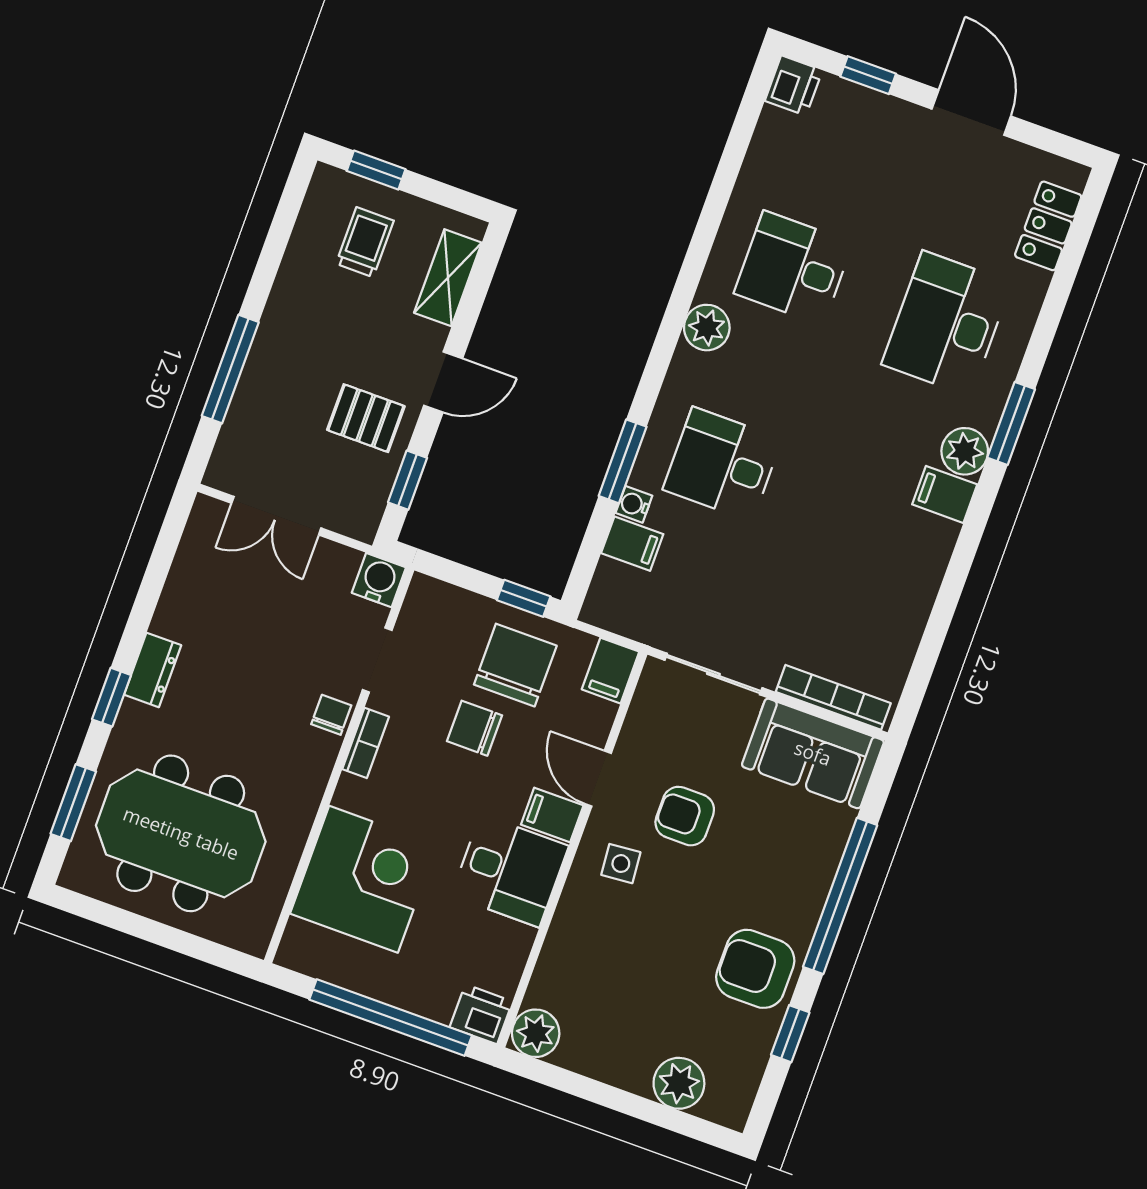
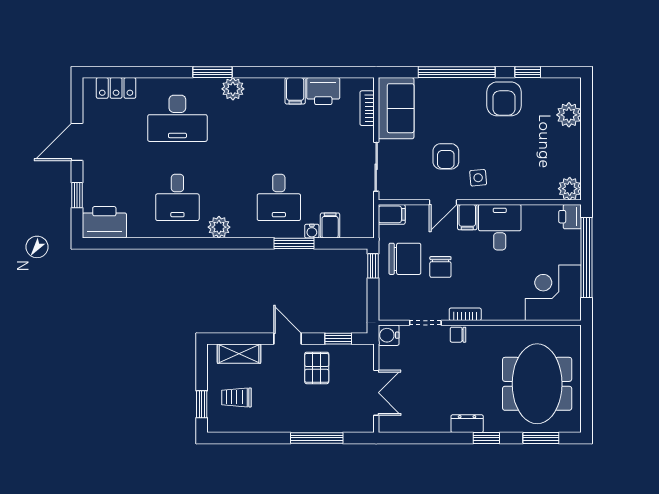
printer: (794, 86) -> (104, 222), width x1.87, depth x1.48
filing cabinet: (945, 494) -> (295, 91), moved
printer: (897, 625) -> (323, 91), added
chair: (515, 665) -> (405, 259), turned 180
bookcase: (833, 697) -> (367, 108), width x0.64
corner desk: (364, 879) -> (553, 293), moved

